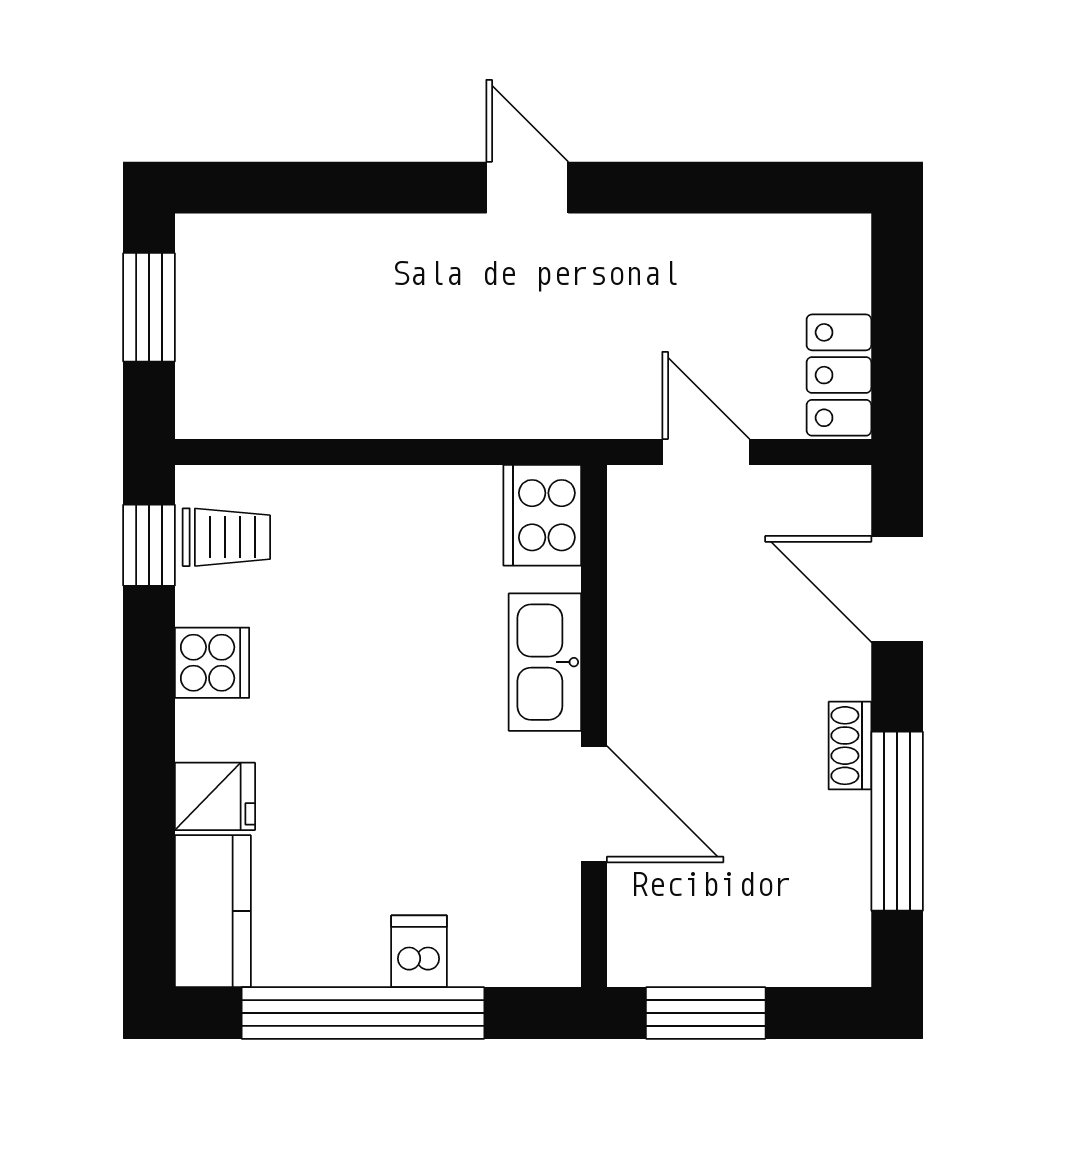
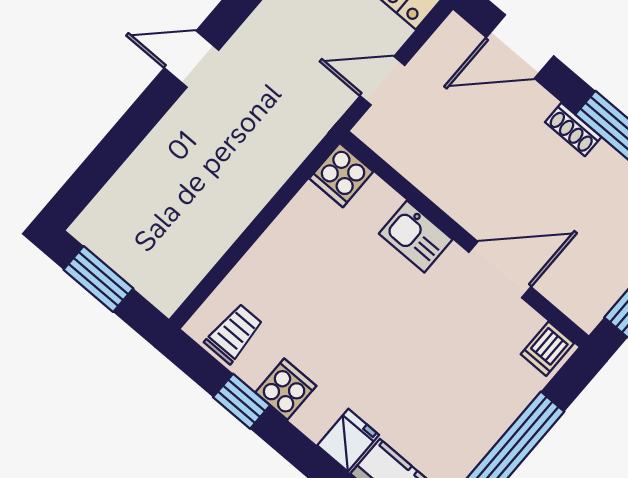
cooker: (542, 515) -> (341, 175), width x0.73
window: (149, 545) -> (242, 401), moved
kitchen sink: (545, 662) -> (416, 237), width x0.73
dishwasher: (419, 951) -> (547, 349), moved, turned -90

